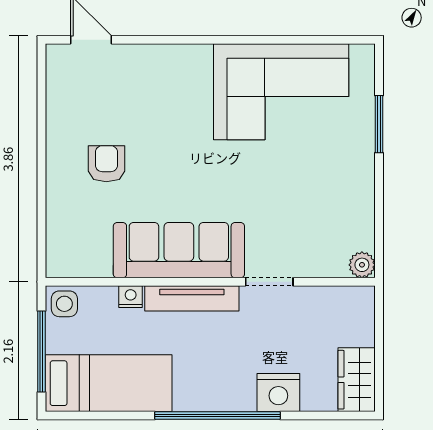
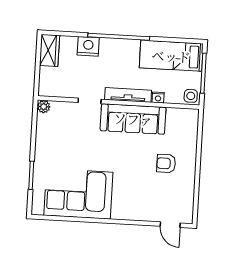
armchair: (106, 164) -> (166, 163), turned 90

